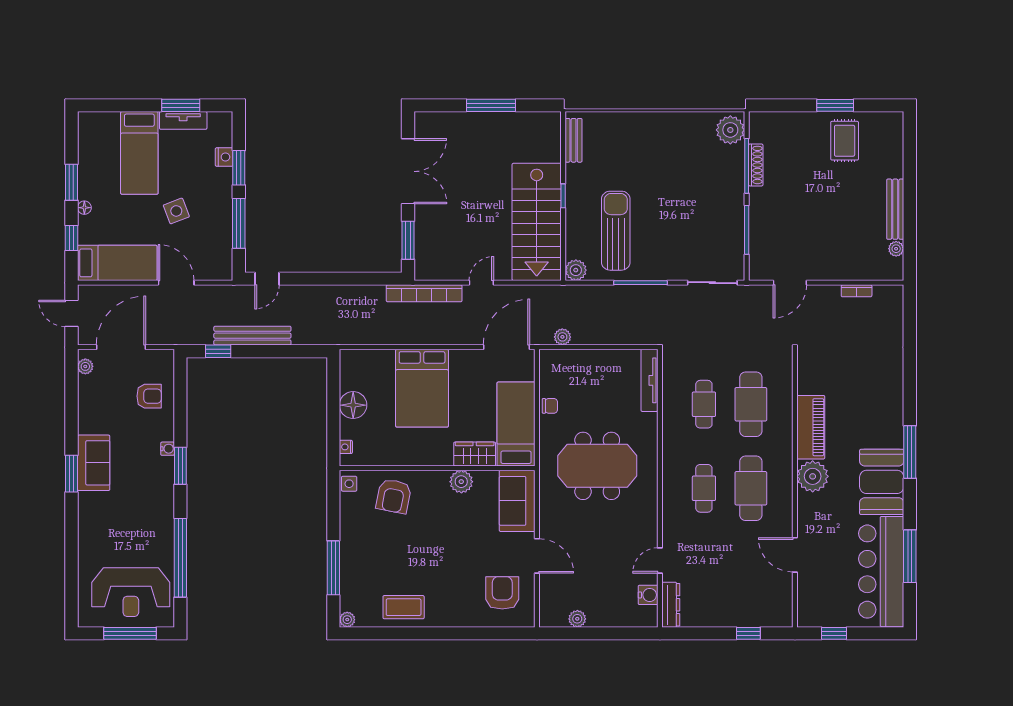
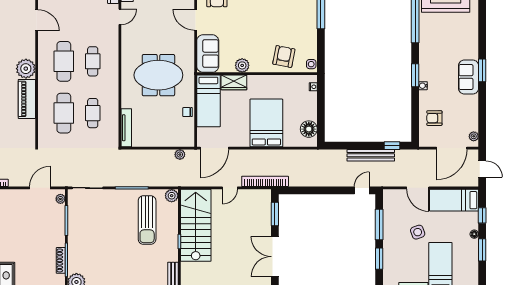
nightstand: (224, 157) -> (388, 265), removed
plant: (756, 265) -> (60, 199), added
floor lamp: (353, 405) -> (309, 129), moved

